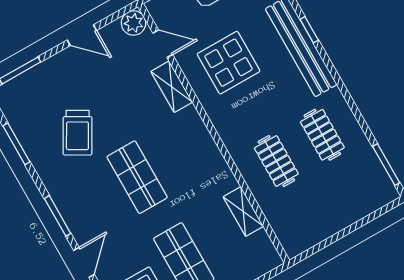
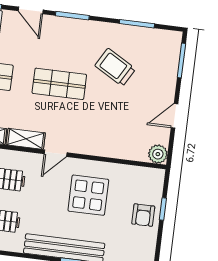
door: (163, 44) -> (56, 153), moved
shelving: (172, 87) -> (26, 139), moved

